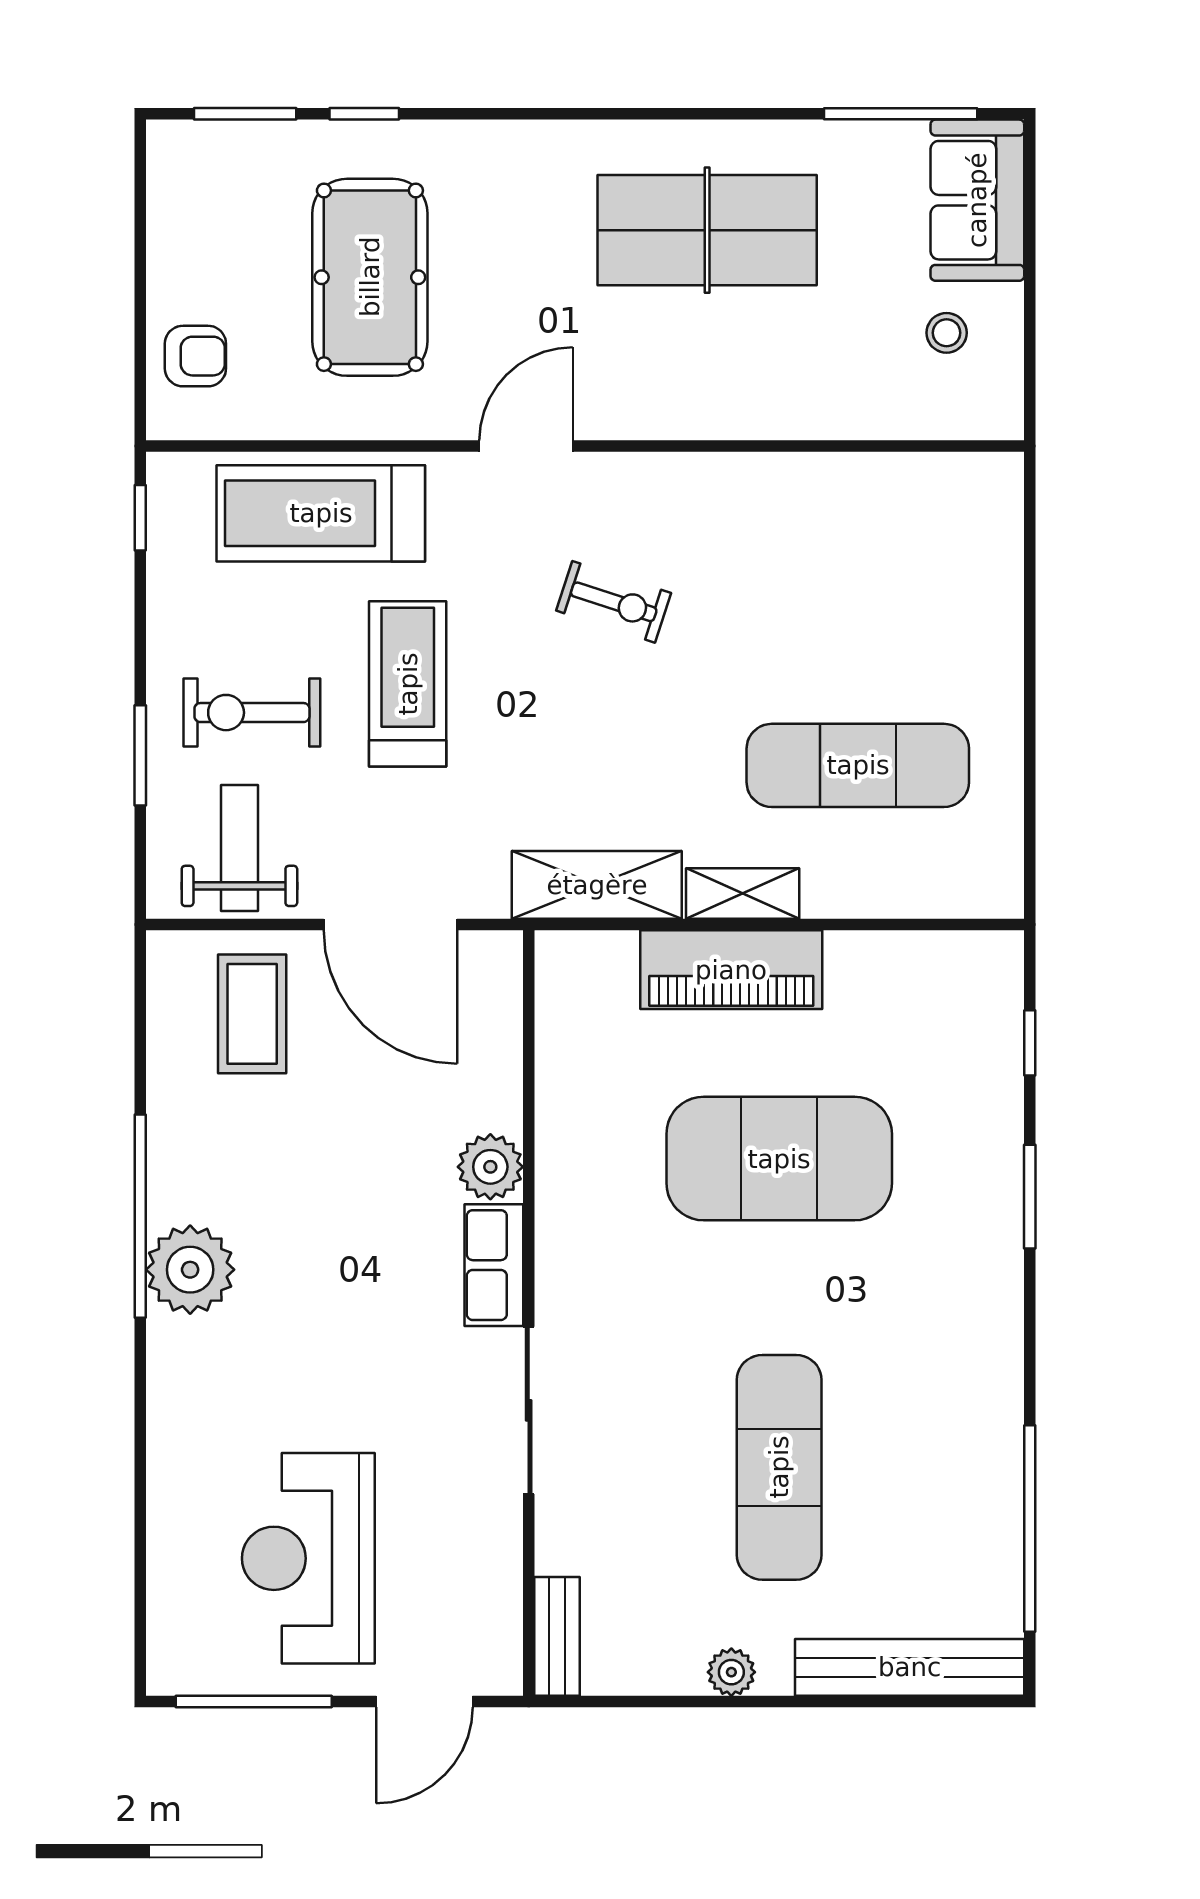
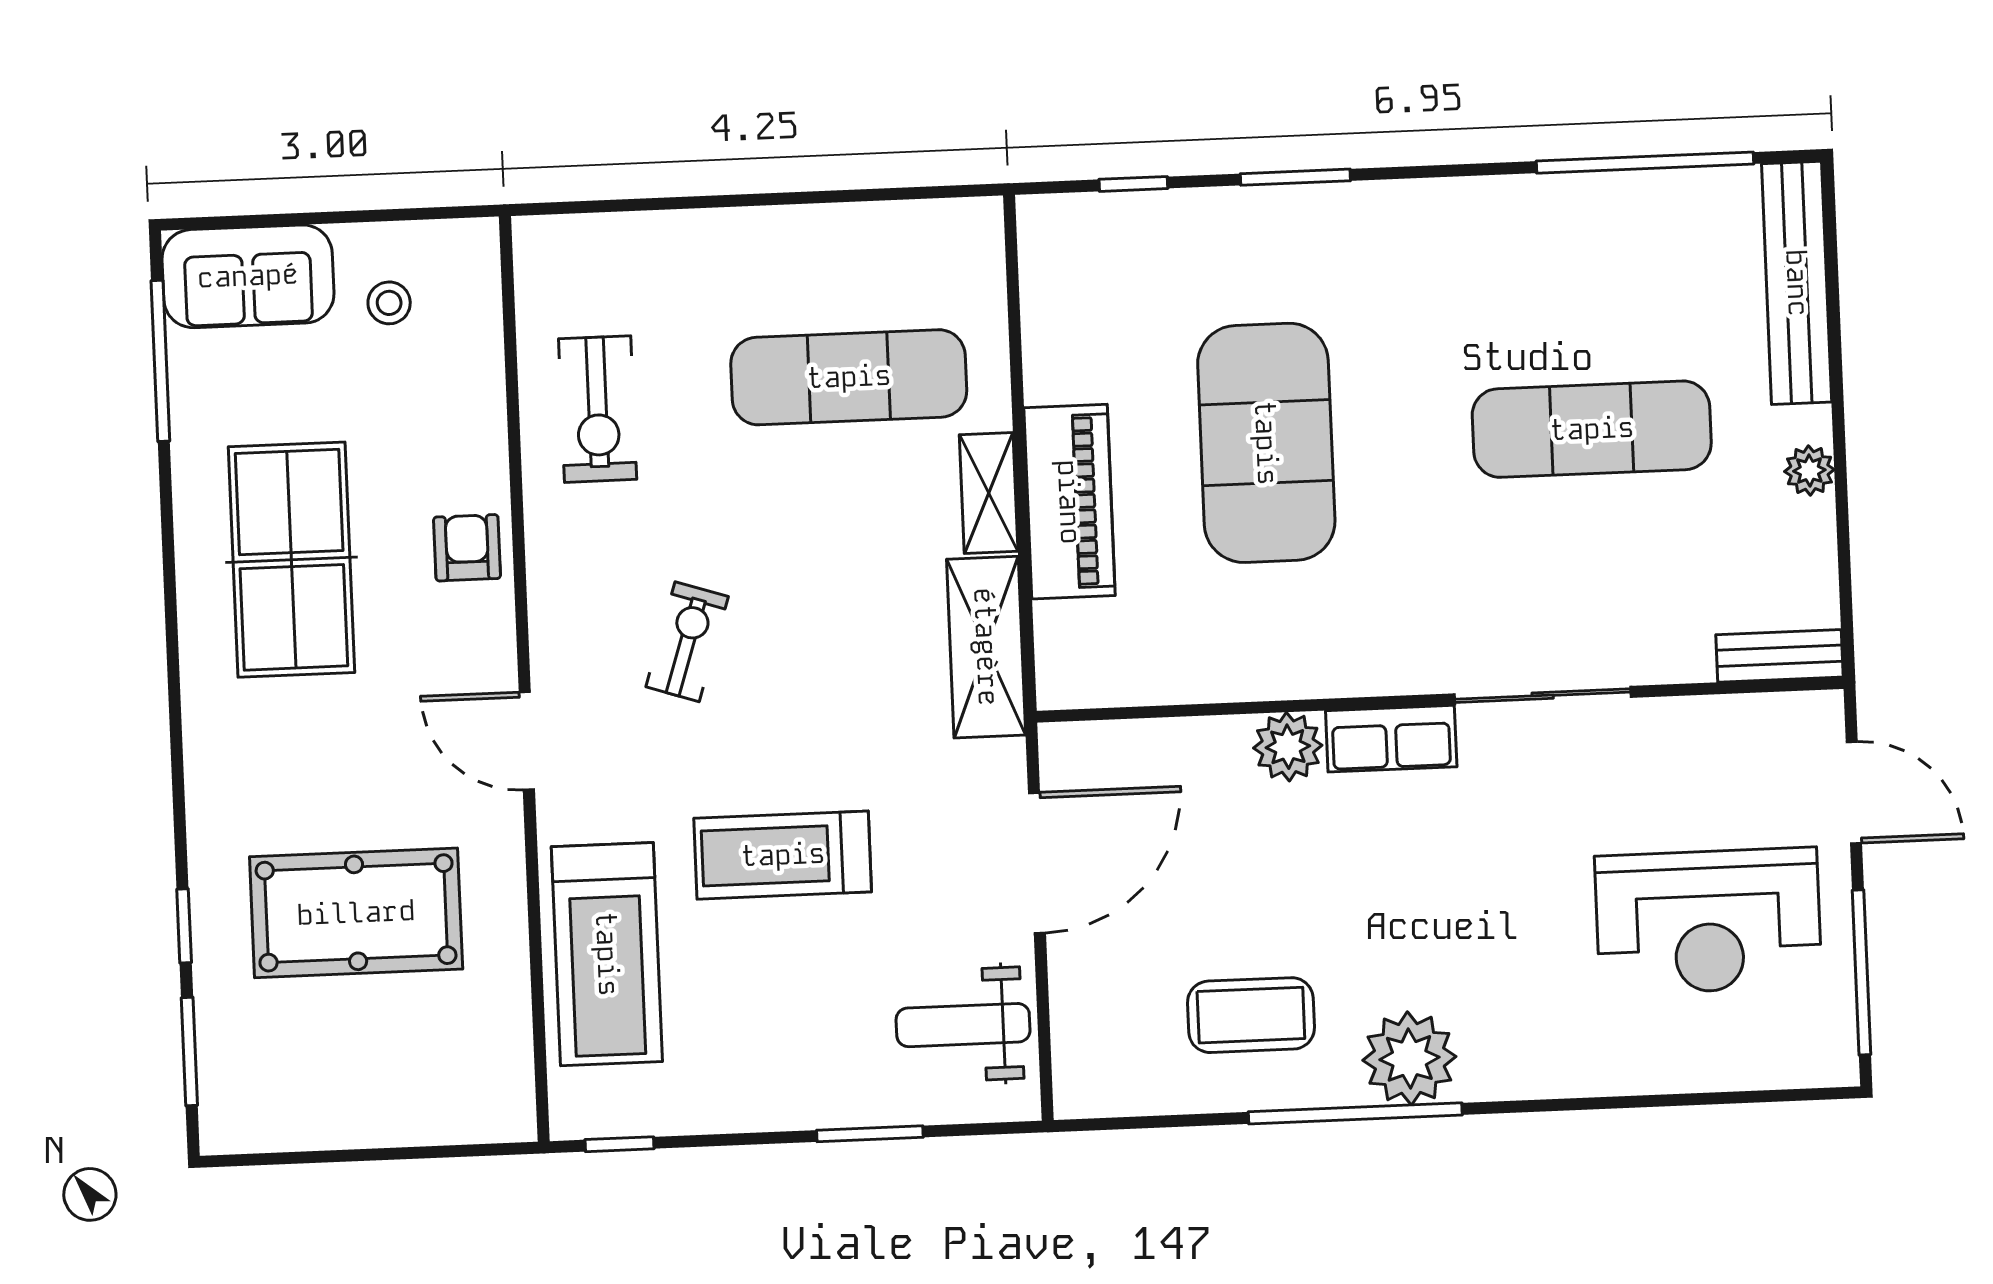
armchair: (195, 356) -> (467, 548), moved
exercise bike: (252, 713) -> (598, 409), moved
exercise mat: (858, 765) -> (849, 377), turned 90
coffee table: (252, 1014) -> (1251, 1015), moved

